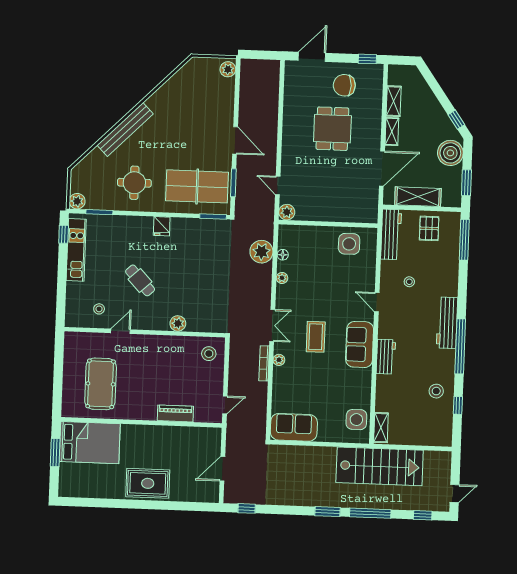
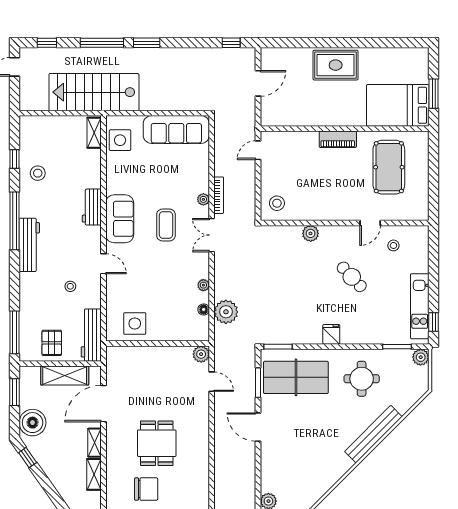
piano: (175, 413) -> (338, 139), moved
sofa: (294, 427) -> (176, 130), width x1.36

